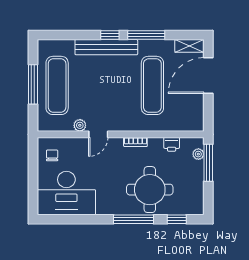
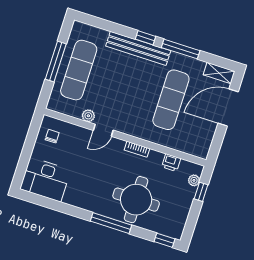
window: (208, 163) -> (201, 192), width x0.46
desk: (66, 193) -> (45, 179), width x0.73, depth x0.77
window: (177, 219) -> (164, 240), moved

